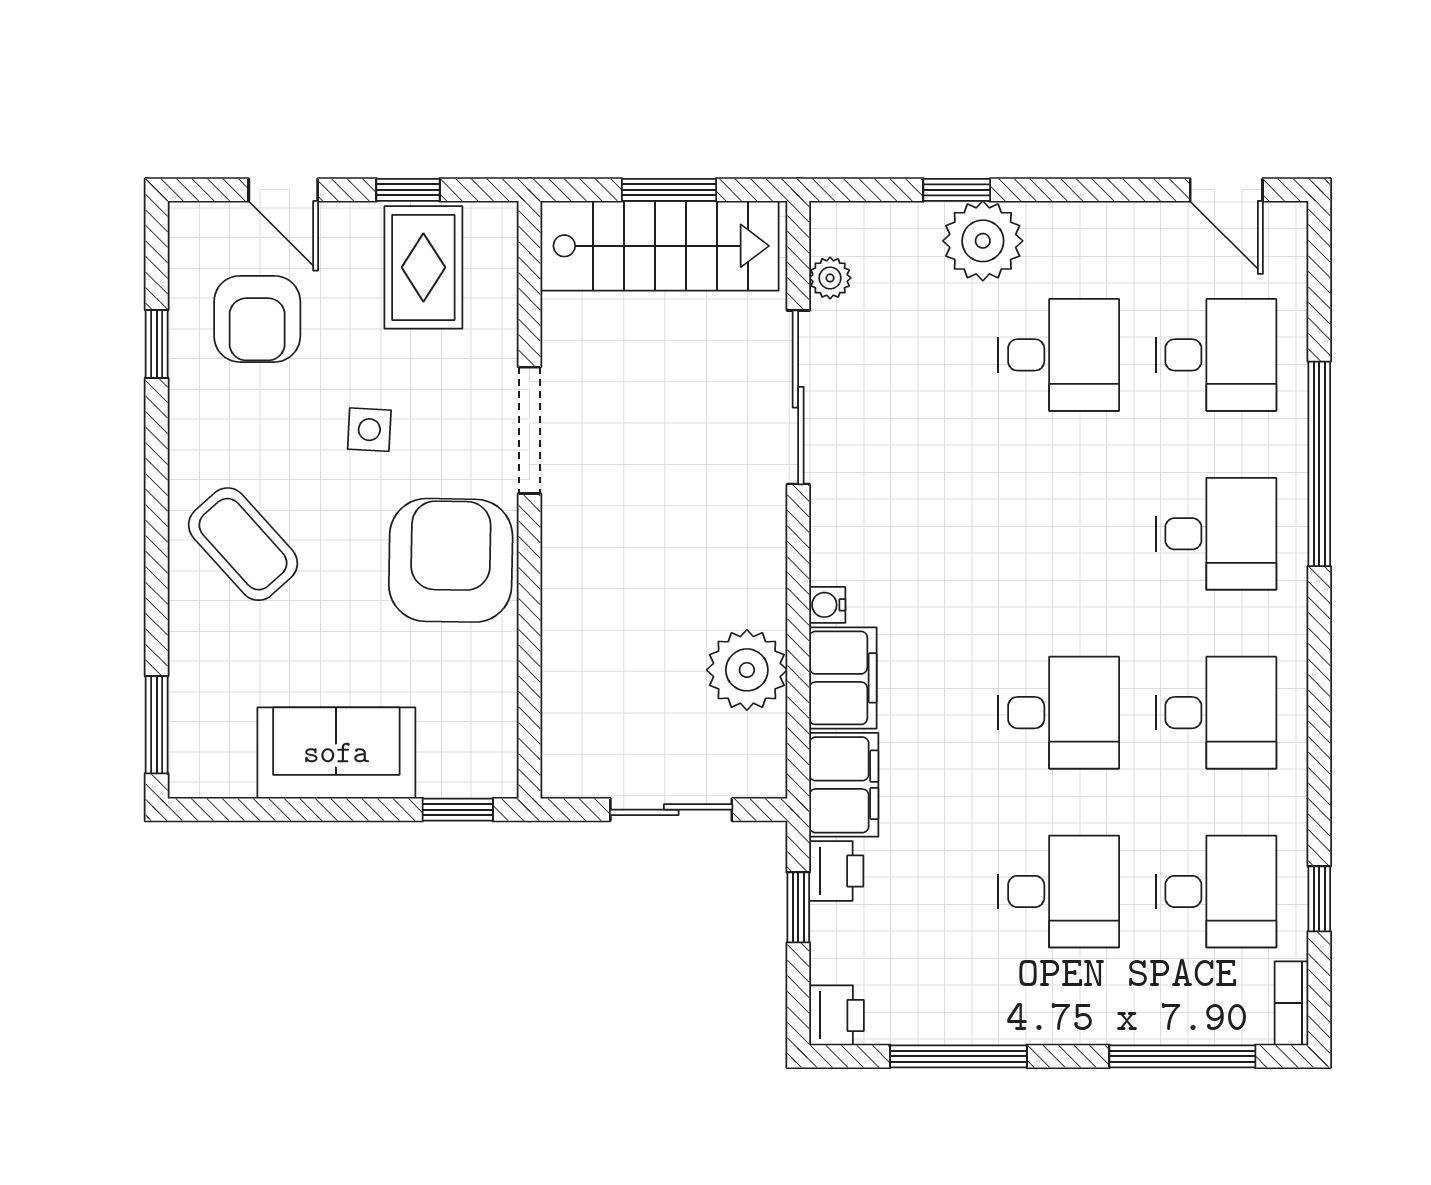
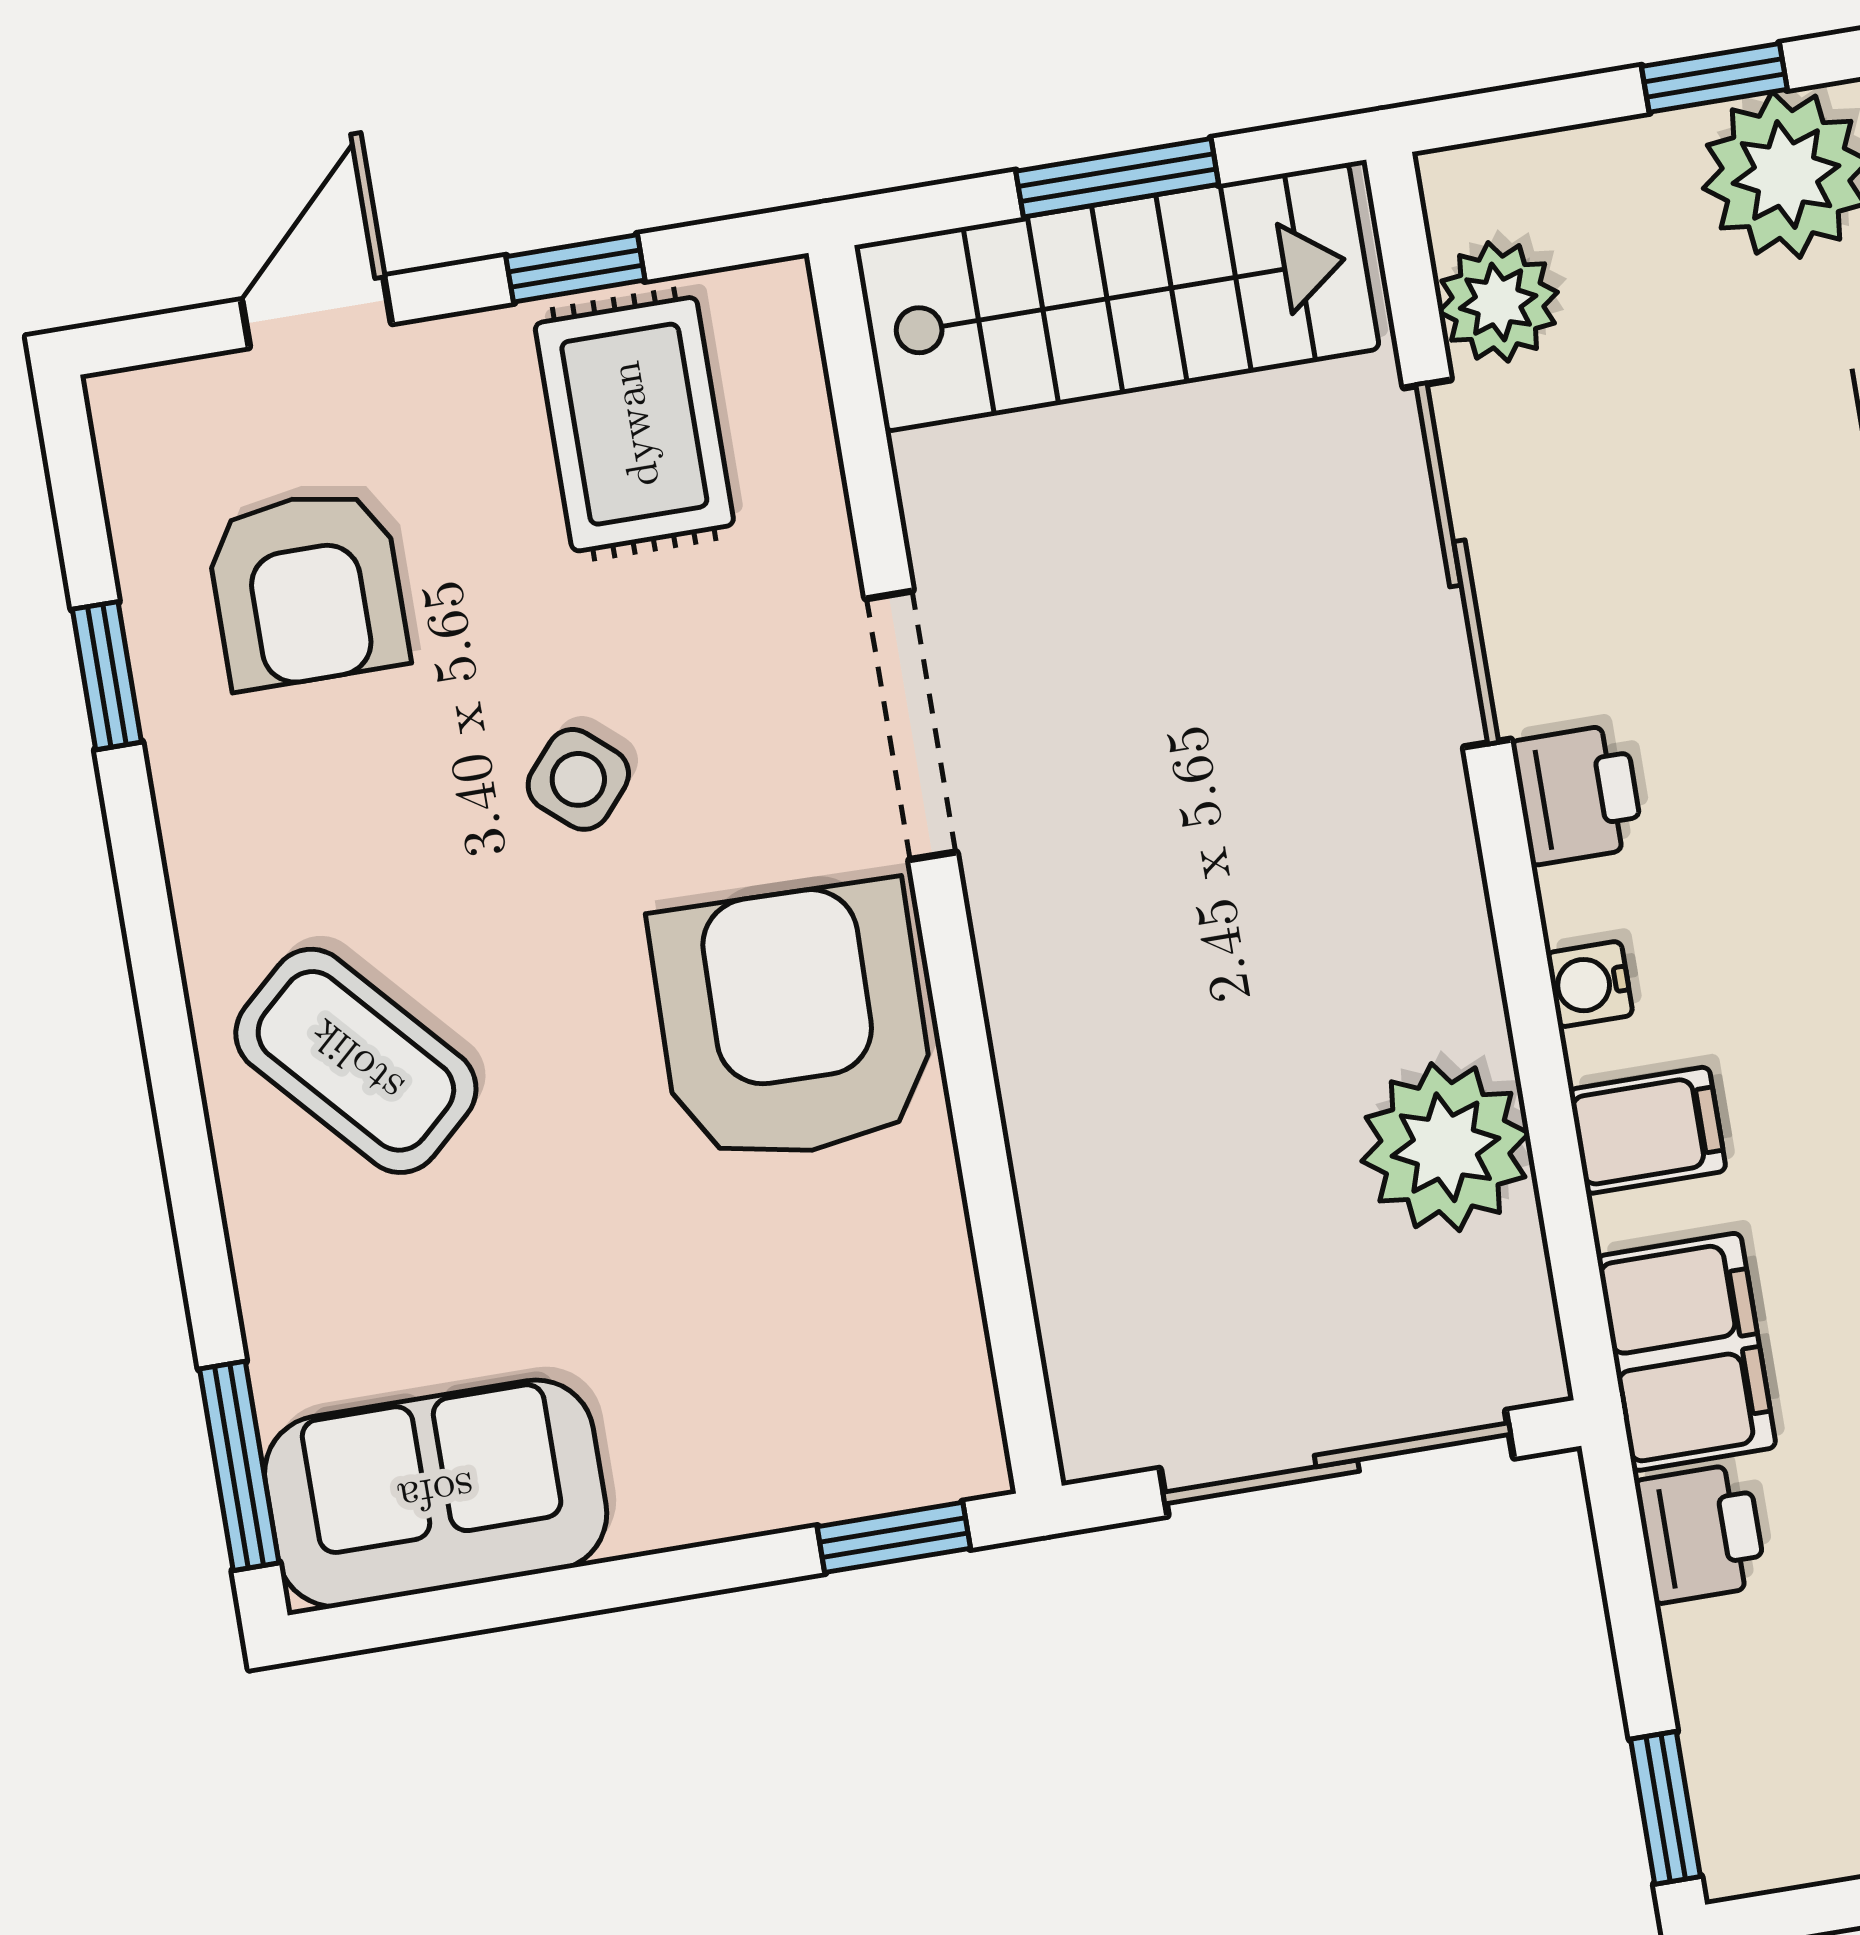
door: (283, 190) -> (317, 312), swing flipped
plant: (830, 278) -> (1498, 302), width x1.38, depth x1.38
side table: (369, 430) -> (578, 779), turned 38
filing cabinet: (843, 678) -> (1648, 1130), width x0.50
sofa: (336, 753) -> (436, 1493), moved
sliding door: (671, 810) -> (1337, 1463), width x1.37
window: (798, 907) -> (1666, 1808), moved
printer: (837, 1015) -> (1578, 794), moved

